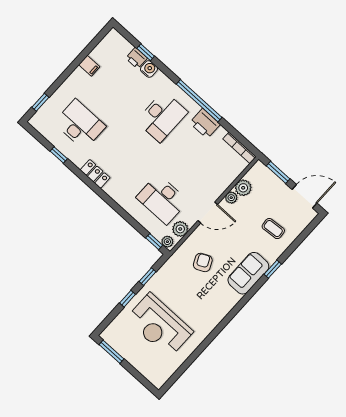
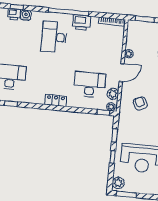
desk: (162, 117) -> (54, 37), turned 180
locker: (95, 174) -> (56, 100), moved
plant: (243, 188) -> (118, 183), moved
desk: (162, 199) -> (90, 85), turned 180

